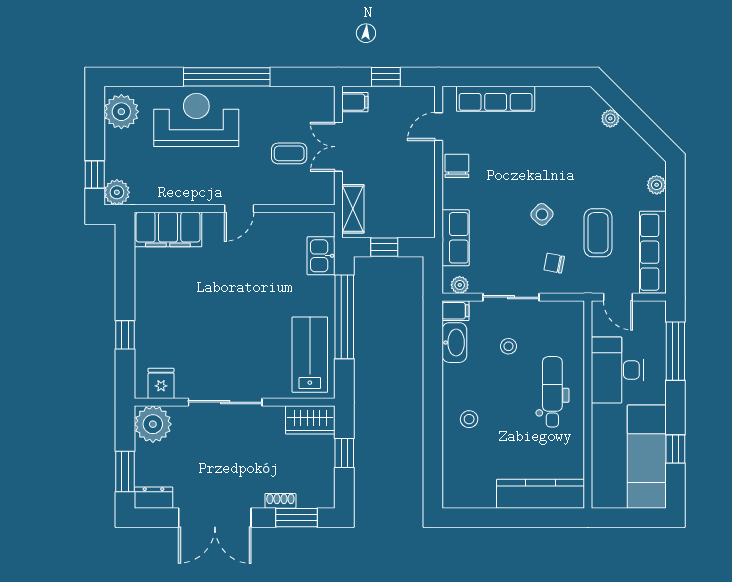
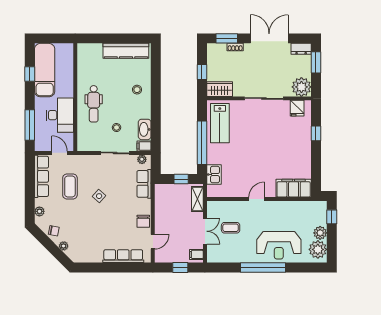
plant: (117, 192) -> (320, 233), moved
chair: (554, 263) -> (54, 231), moved
kitchen counter: (541, 494) -> (126, 51), moved

